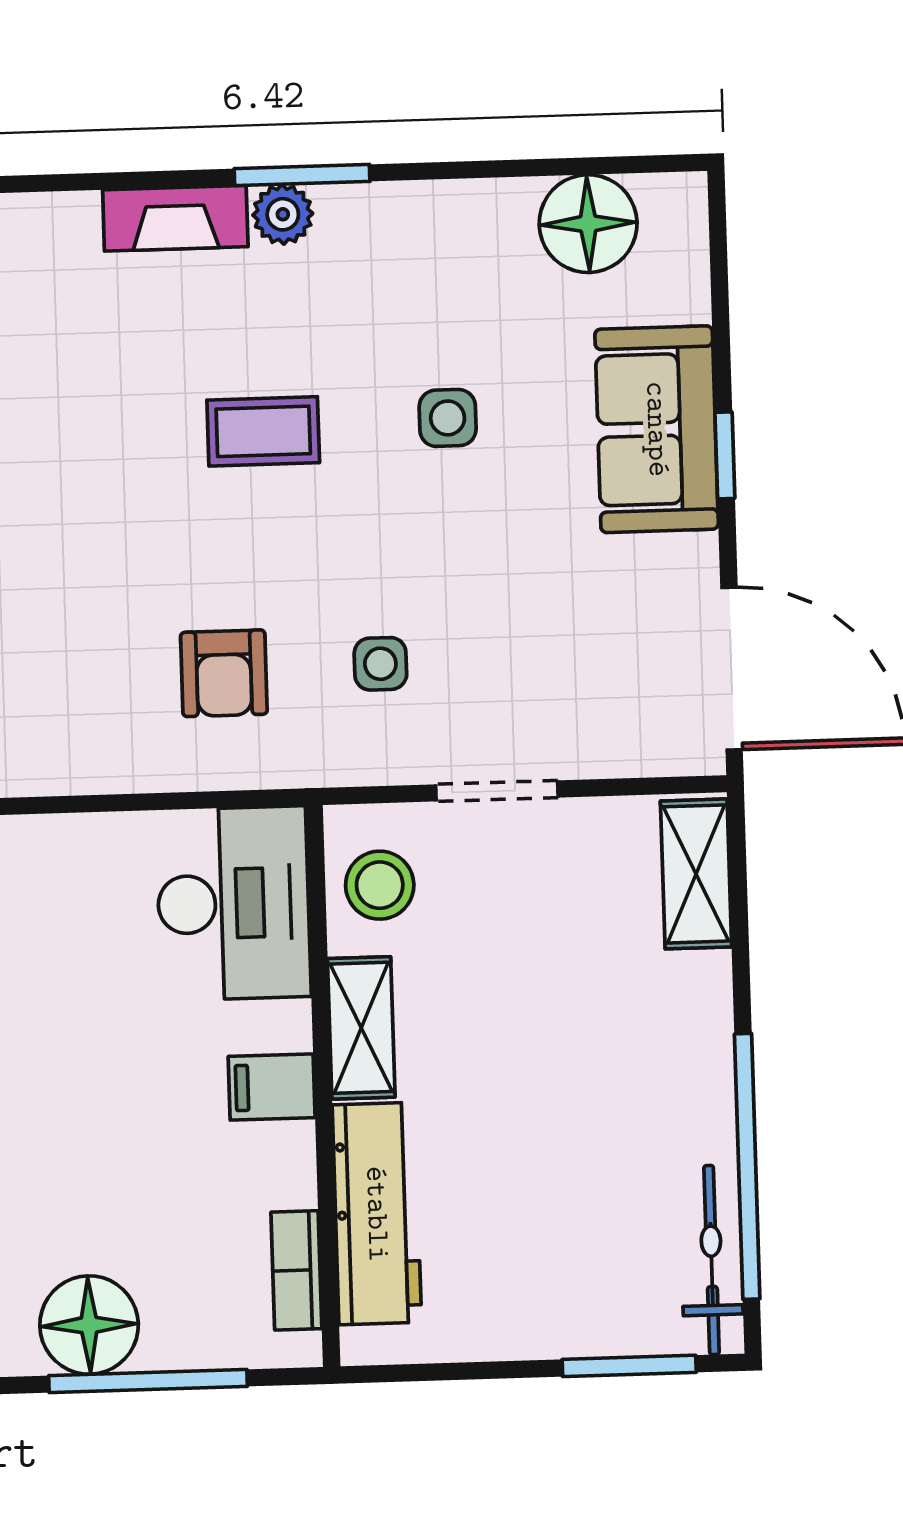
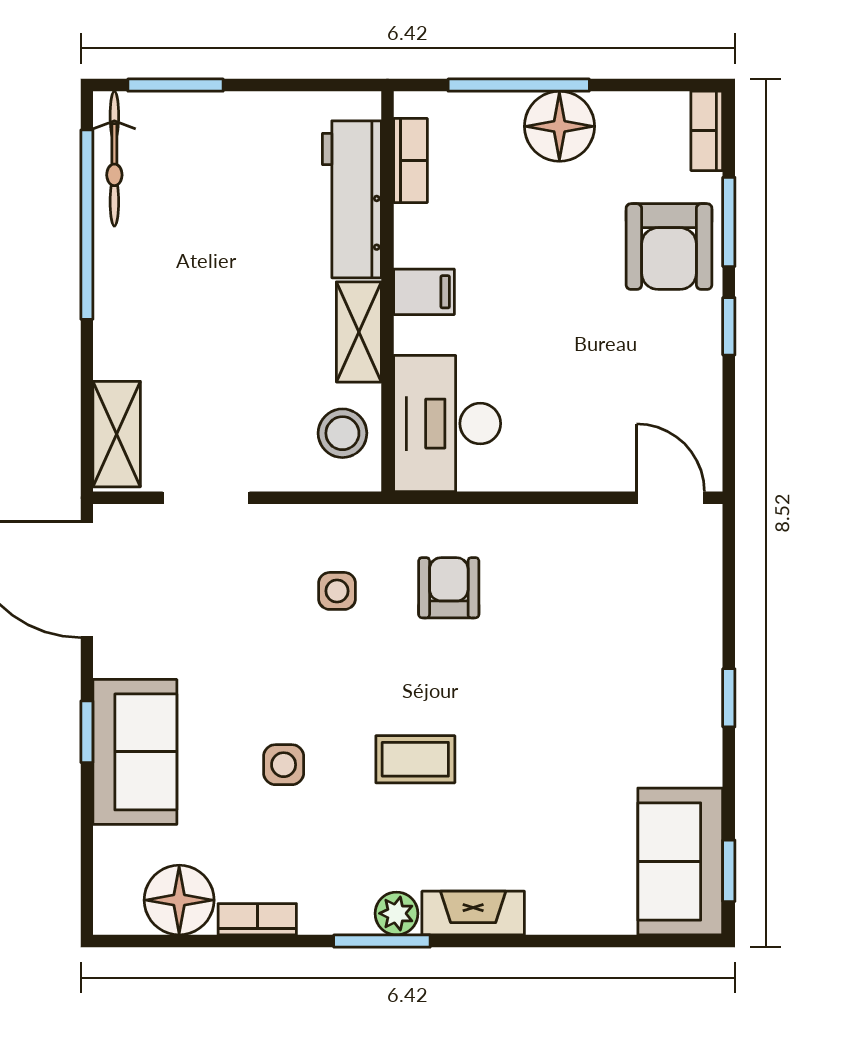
bookcase: (478, 200) -> (257, 919), added
doorway: (497, 791) -> (206, 498), moved

